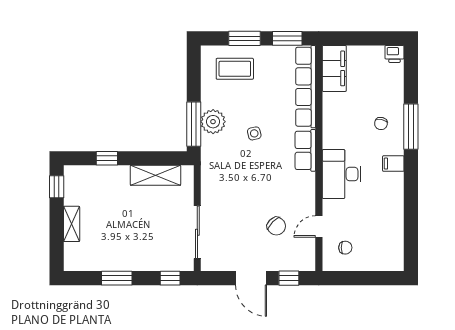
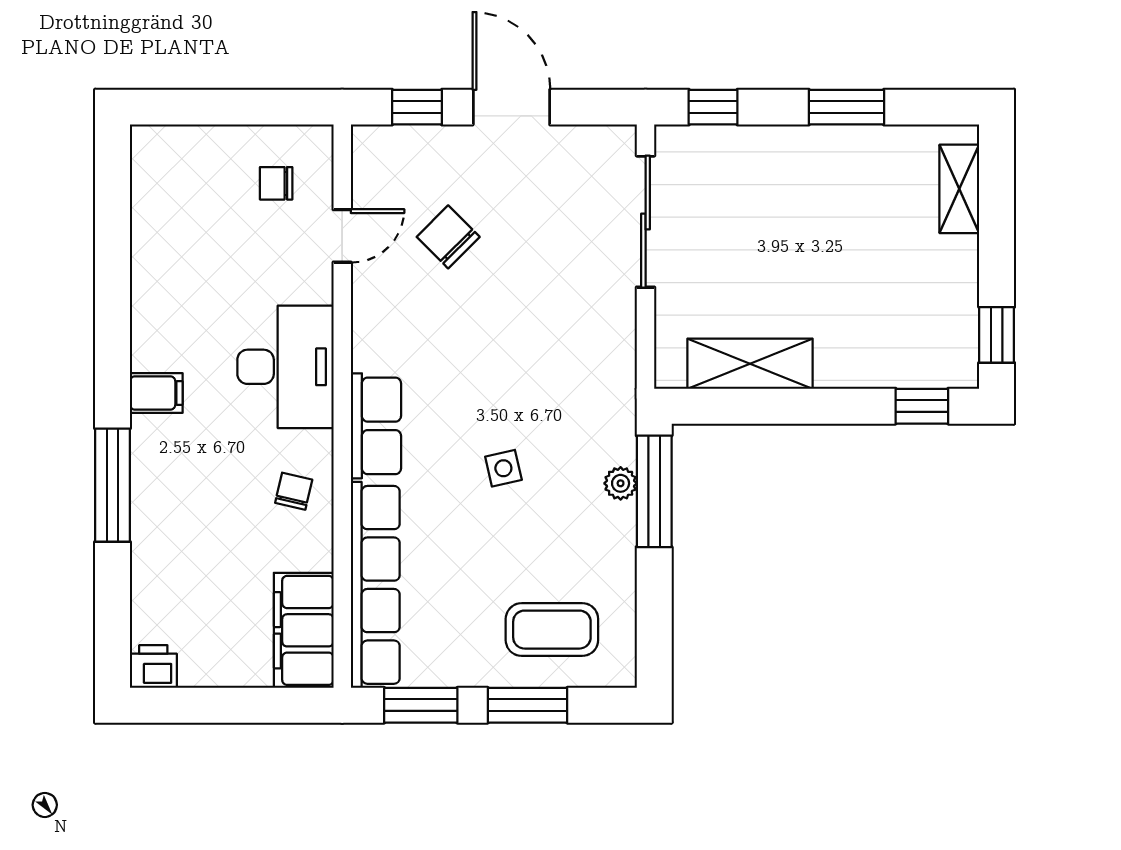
plant: (213, 122) -> (621, 483), width x0.53, depth x0.53
chair: (381, 124) -> (294, 491), moved
window: (107, 158) -> (922, 406), moved
shelving: (72, 224) -> (959, 189), moved

